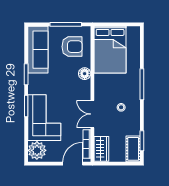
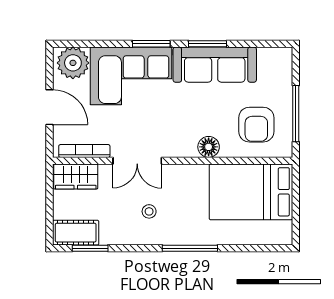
sofa: (38, 50) -> (215, 65), moved
double door: (92, 114) -> (137, 161), swing flipped
door: (73, 164) -> (50, 107), moved

